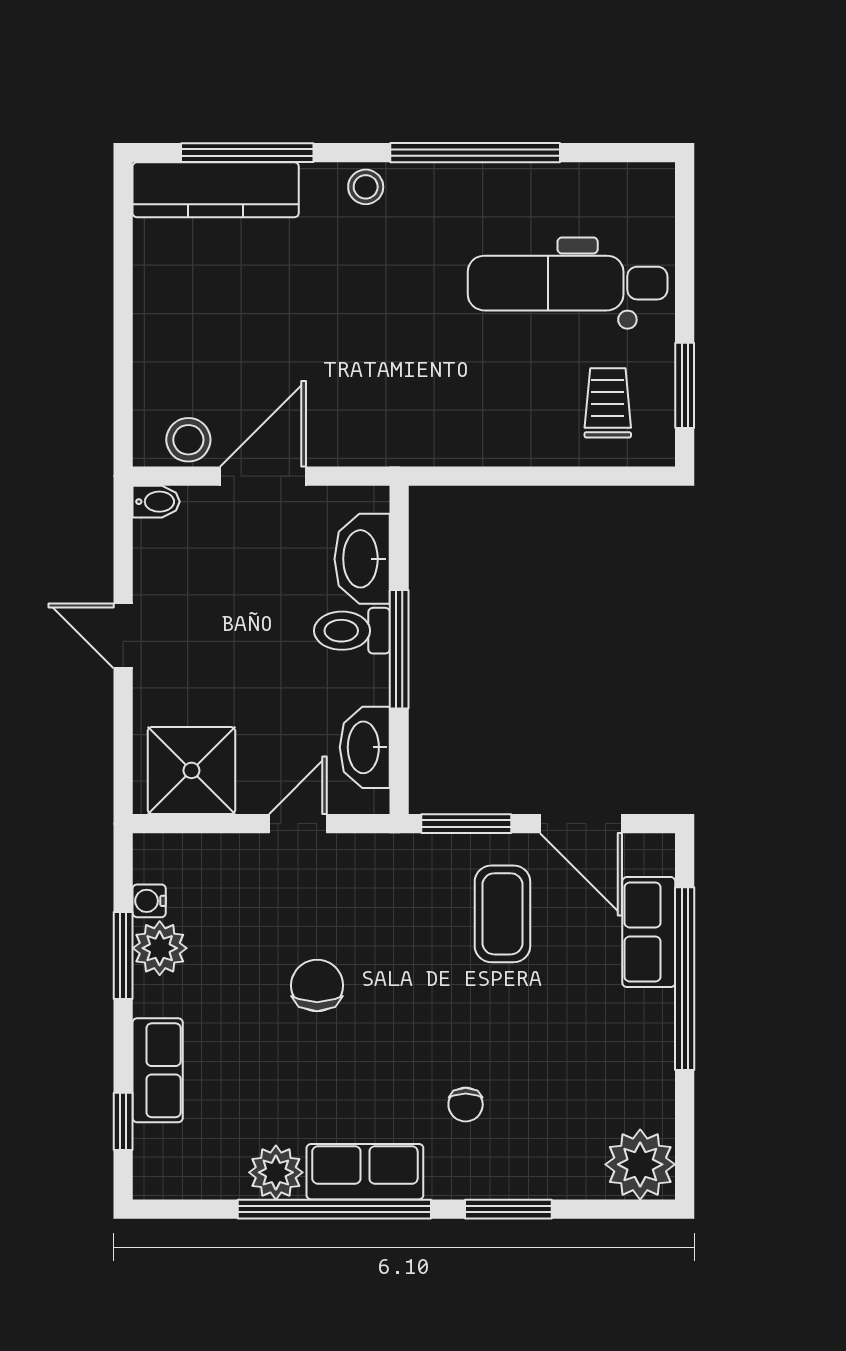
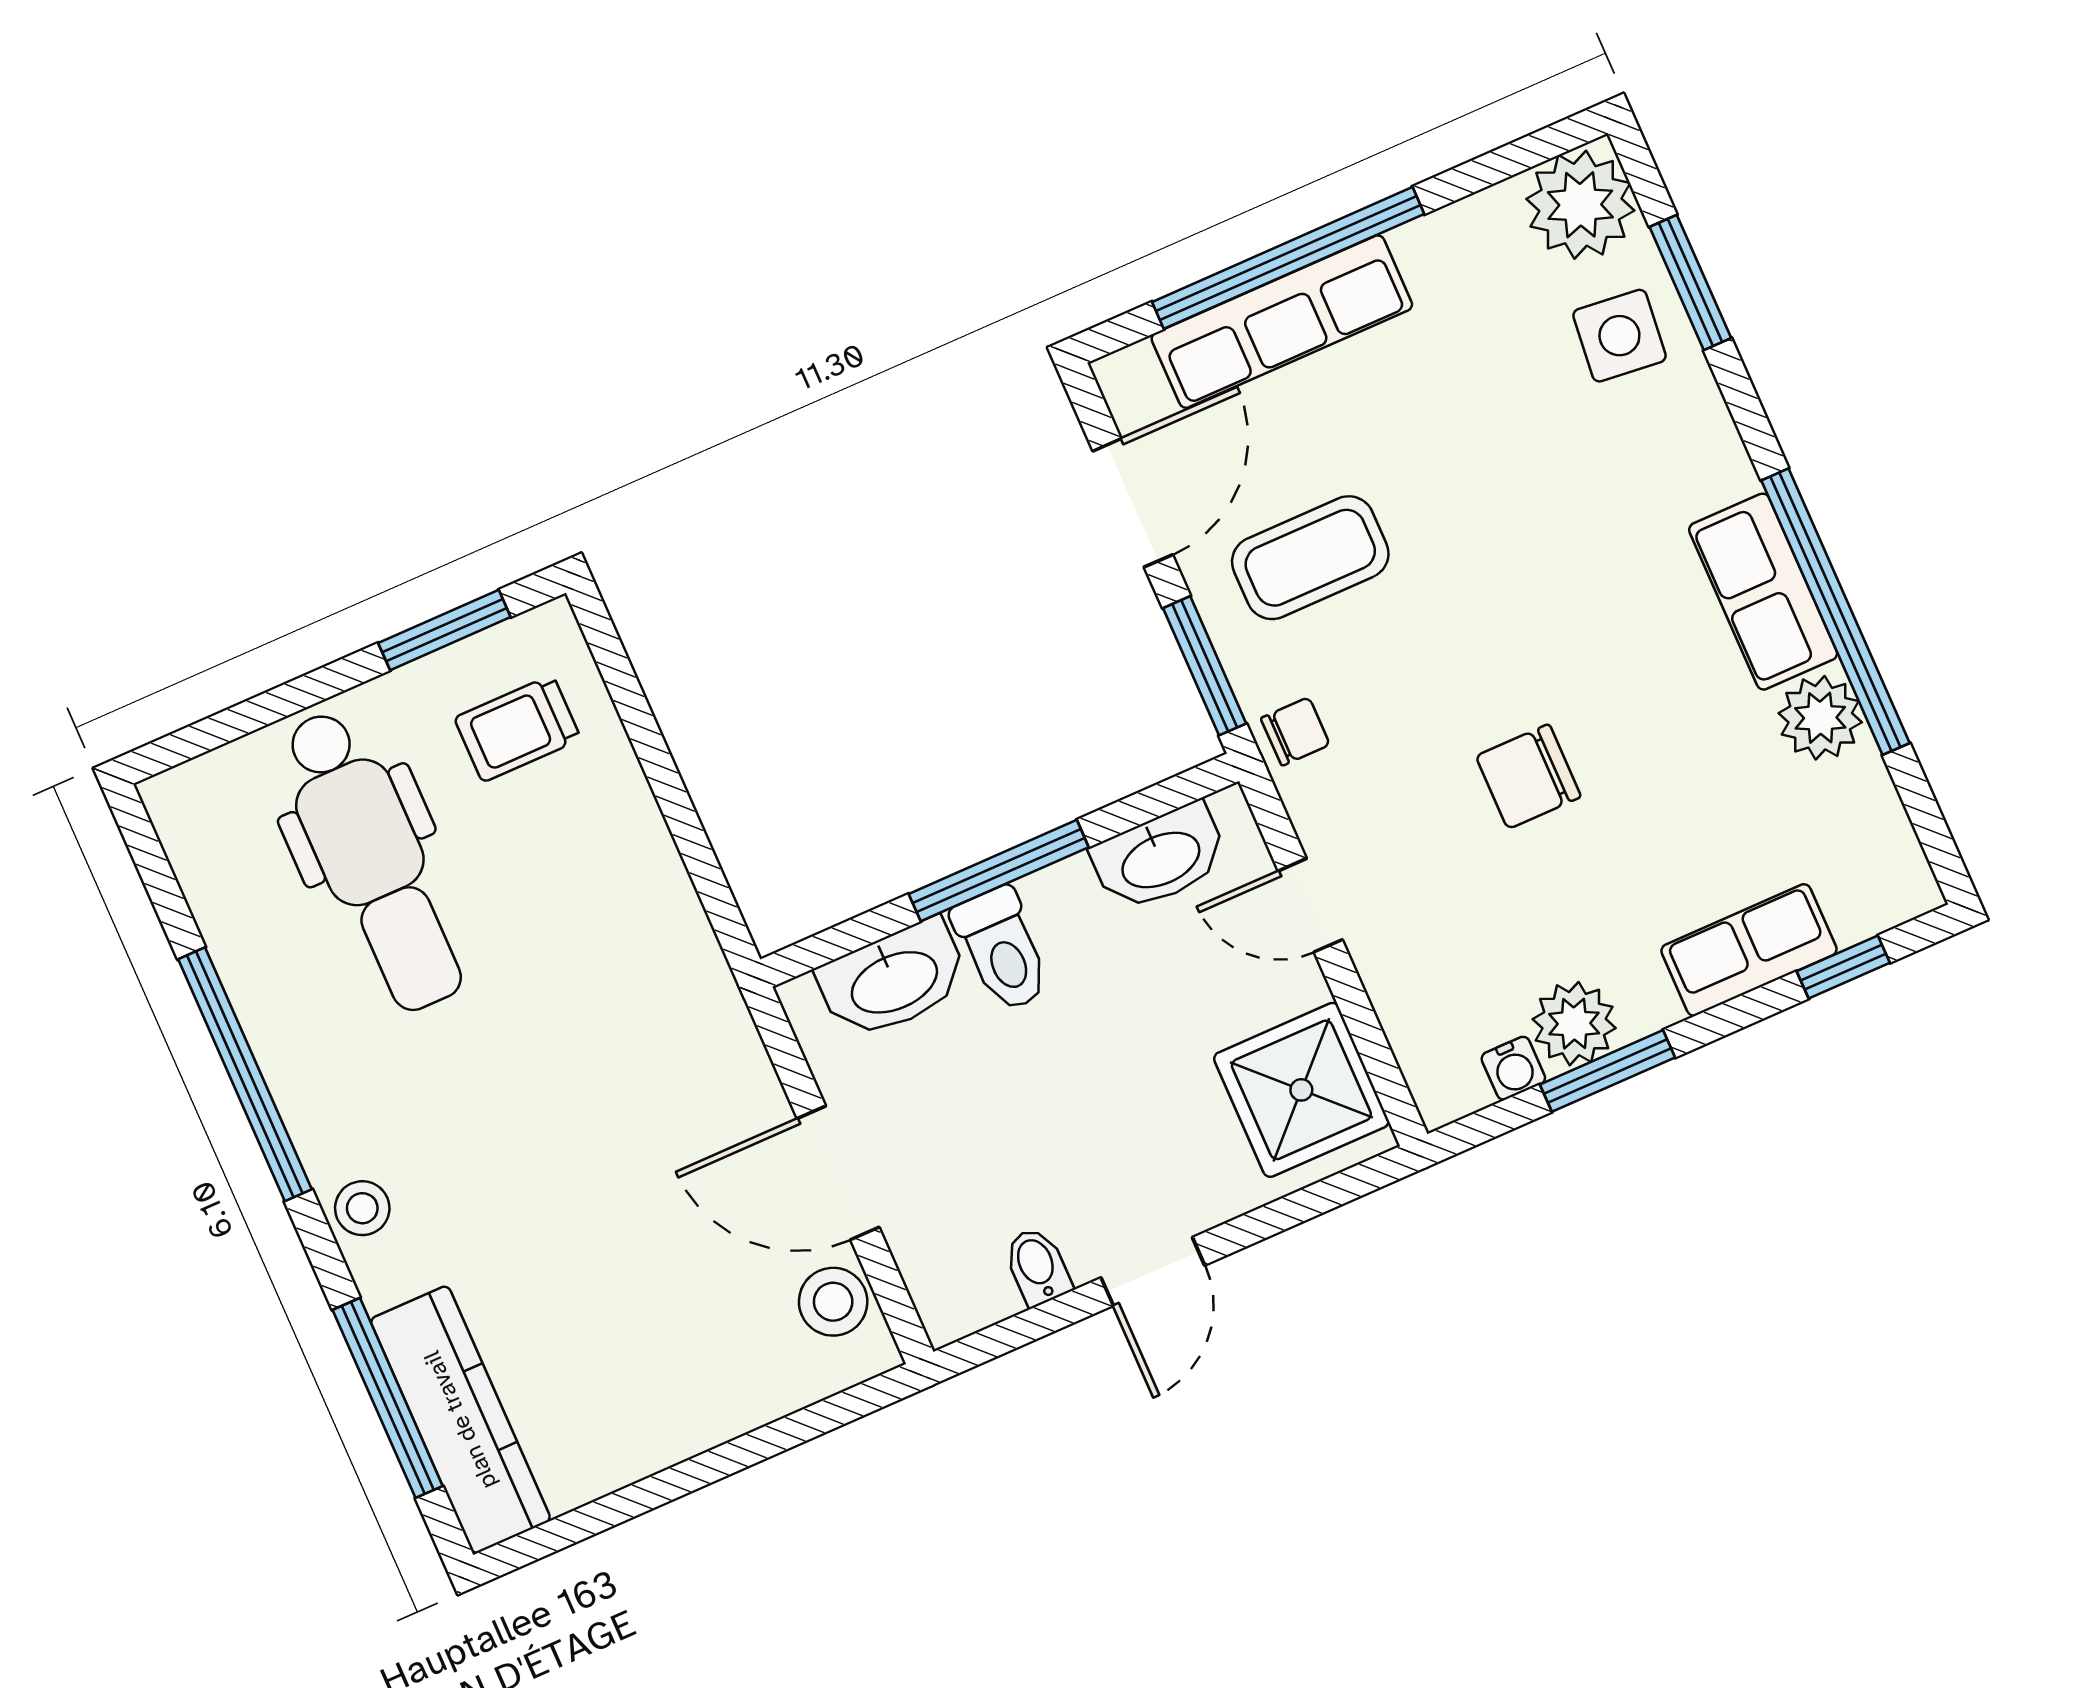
bidet: (156, 502) -> (1037, 1266), moved
row of seats: (649, 932) -> (1282, 322), width x1.48
chair: (466, 1105) -> (1295, 731), moved
side table: (553, 1154) -> (1619, 336), added
window: (508, 1209) -> (1690, 282), moved

